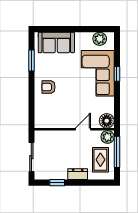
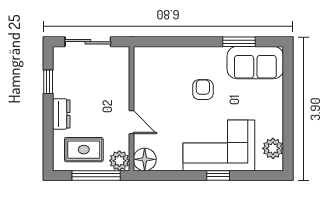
sofa: (56, 42) -> (255, 63), moved, turned -90
armchair: (48, 87) -> (203, 90), moved

